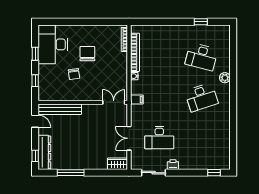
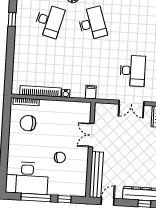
window: (35, 54) -> (36, 197), width x2.17
chair: (87, 54) -> (28, 123), moved
double door: (114, 102) -> (91, 135), moved

